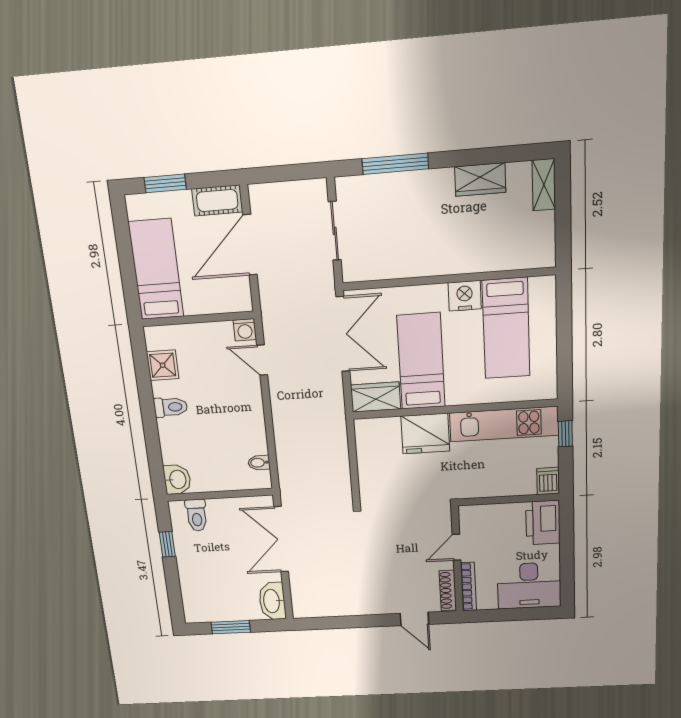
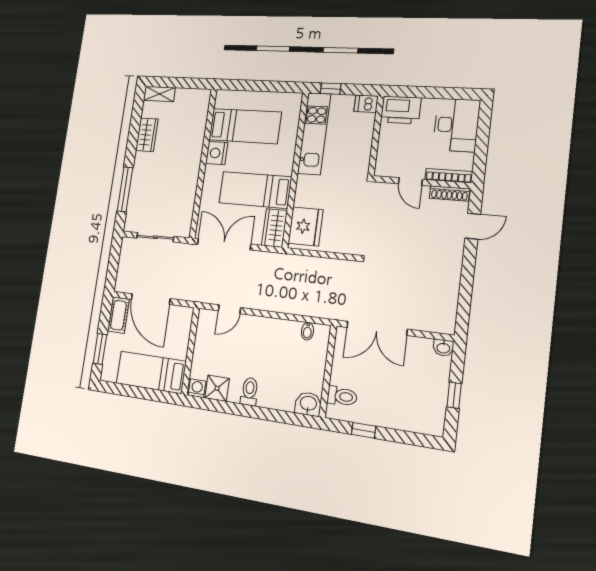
washing machine: (245, 330) -> (197, 388), moved, turned -90
fridge: (425, 434) -> (306, 226), moved
washbasin: (272, 601) -> (443, 348), width x0.52, depth x0.69
window: (231, 627) -> (454, 395), width x0.67

